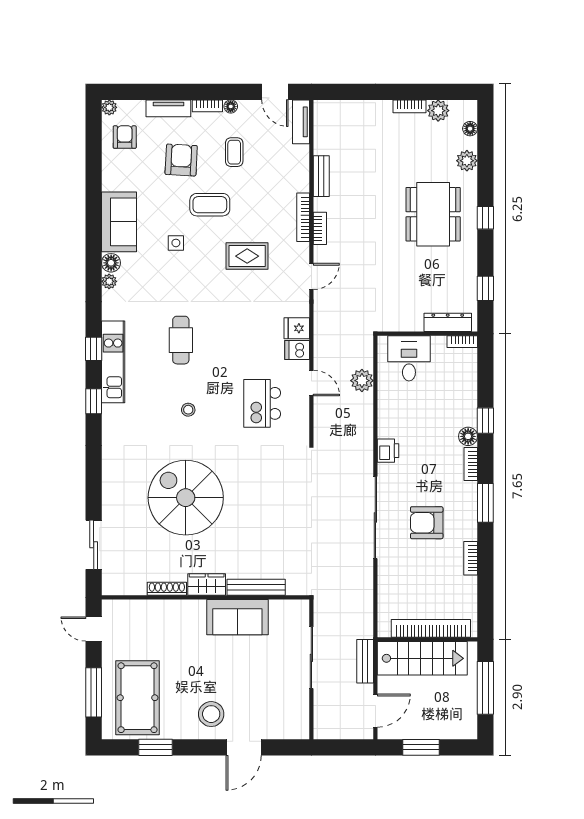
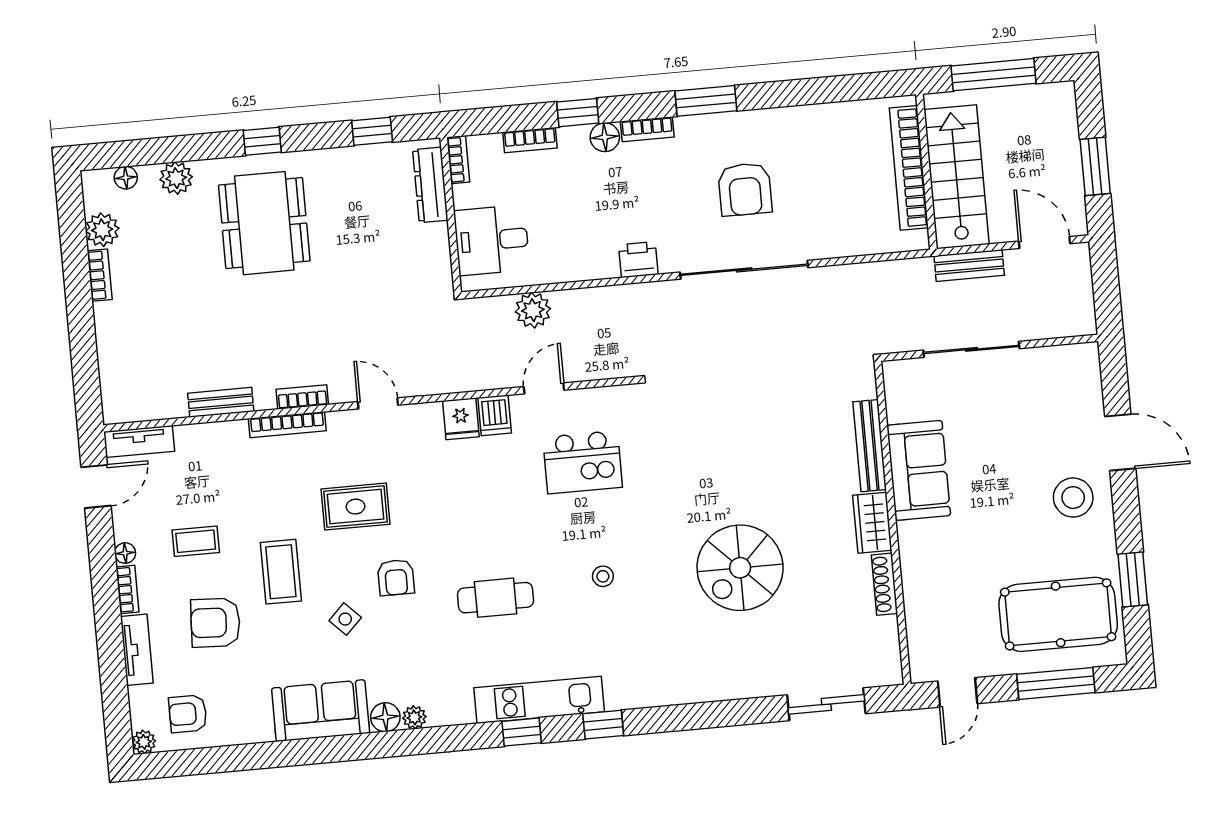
dining table: (433, 214) -> (264, 223), turned 90
side table: (176, 243) -> (345, 619), turned 45
rug: (247, 256) -> (356, 507), turned 90
armchair: (199, 278) -> (396, 577), added
spiral stairs: (186, 498) -> (740, 568), width x0.73, depth x0.73
bookcase: (471, 558) -> (530, 140), moved

